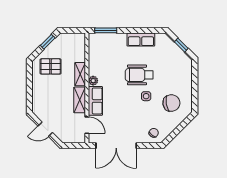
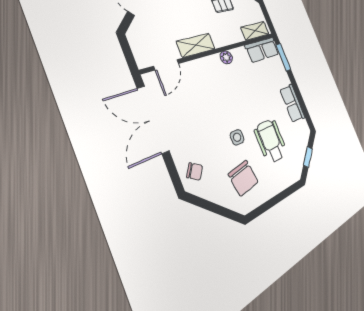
shelving: (80, 74) -> (255, 31), moved
wheelchair: (139, 75) -> (271, 141), moved
row of seats: (95, 101) -> (262, 50), moved

